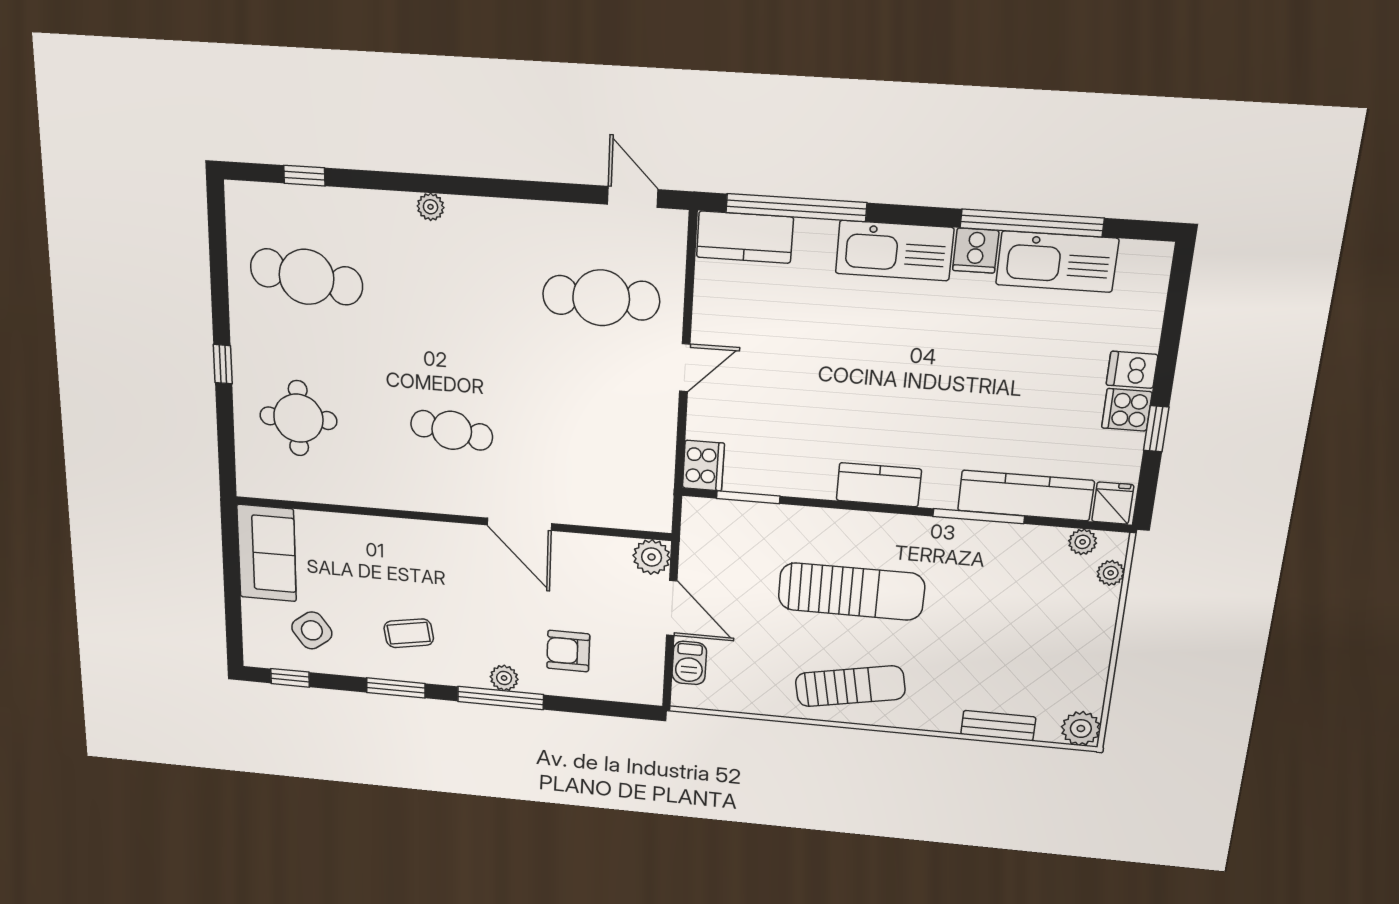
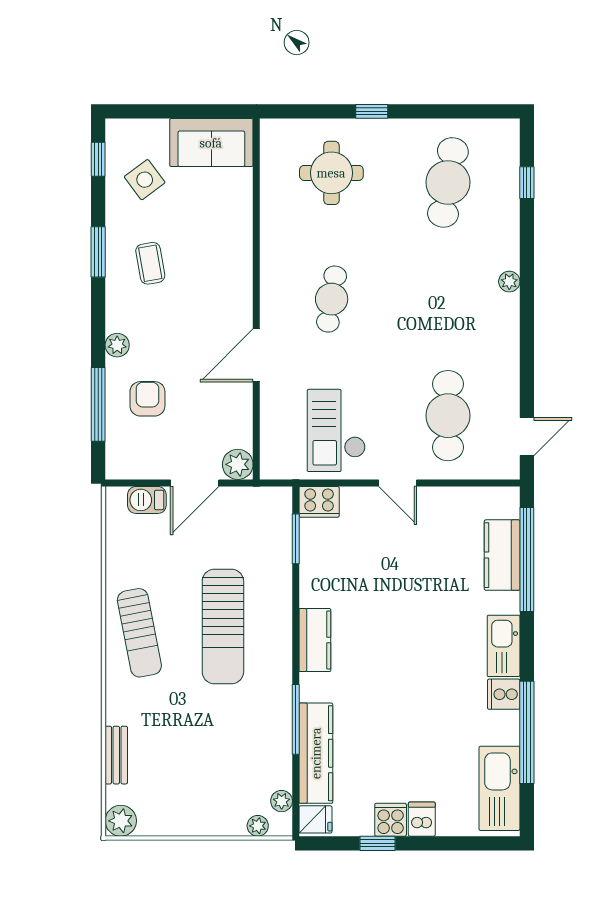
kitchen counter: (745, 237) -> (502, 555), moved
kitchen sink: (894, 251) -> (504, 646), width x0.73, depth x0.81
kitchen sink: (1057, 262) -> (499, 788), moved
checkout: (615, 438) -> (336, 430), added
window: (501, 698) -> (98, 404), moved

